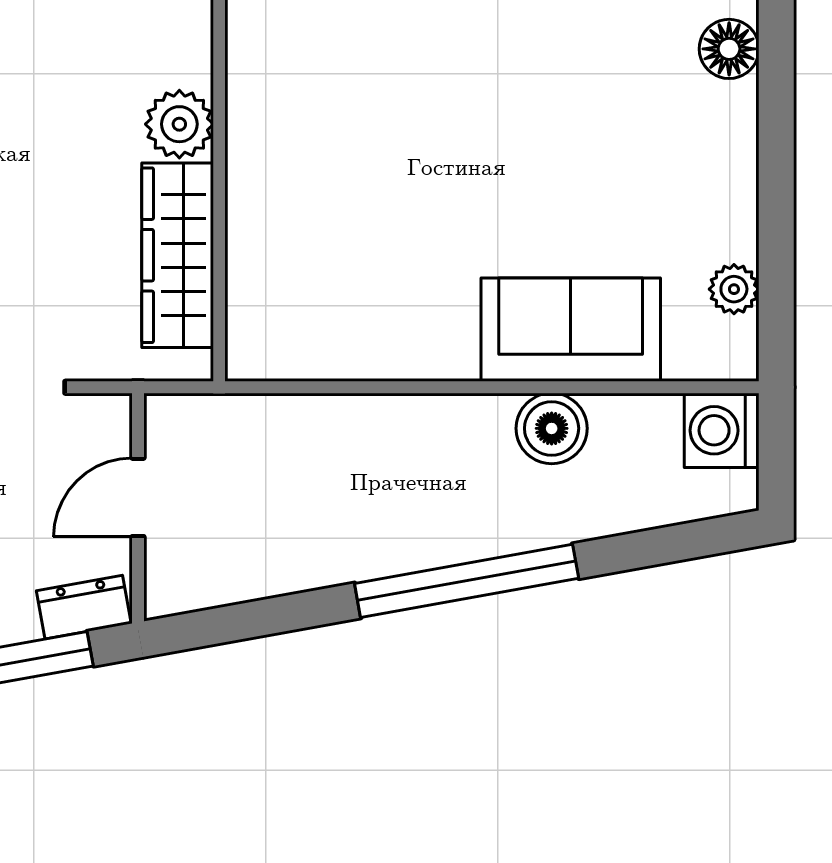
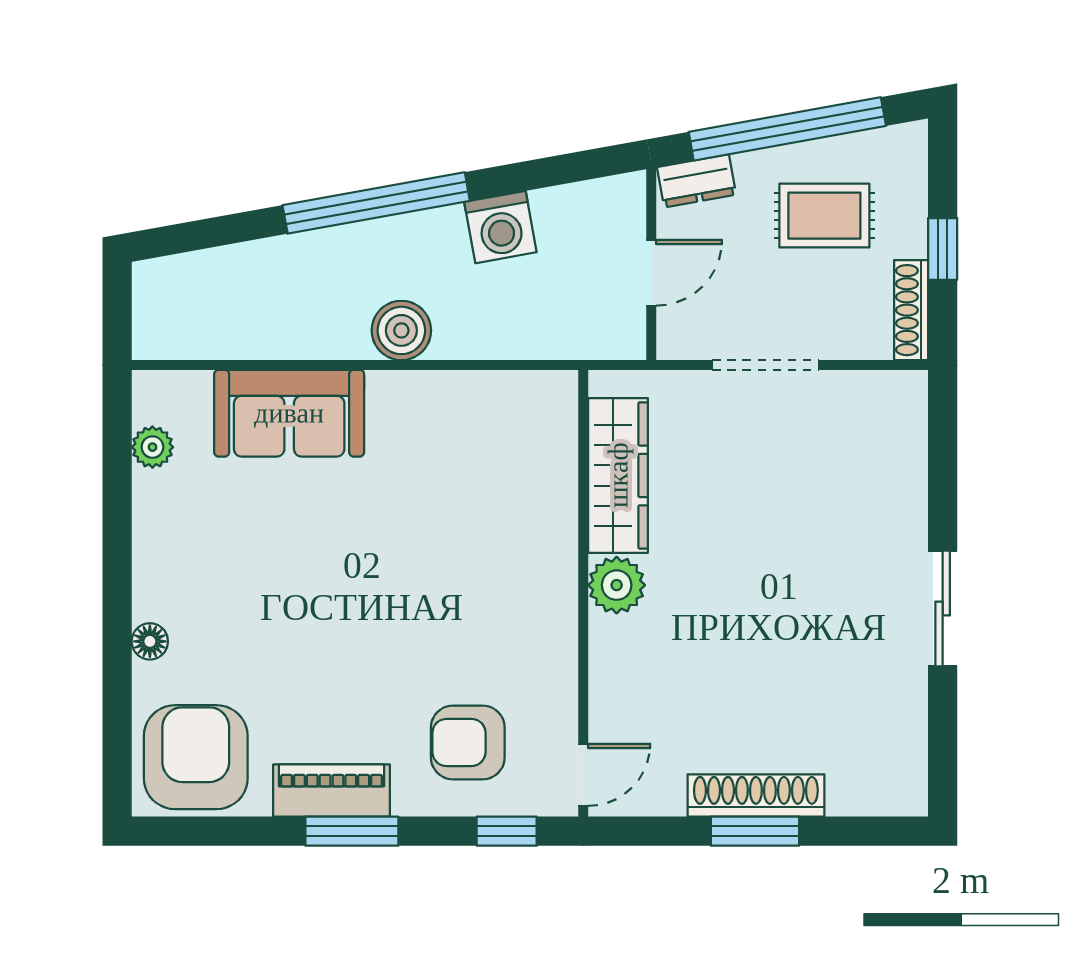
floor lamp: (729, 49) -> (150, 641), width x0.73, depth x0.73
boiler: (552, 428) -> (401, 330), moved
washing machine: (722, 430) -> (500, 227), moved, turned 80

